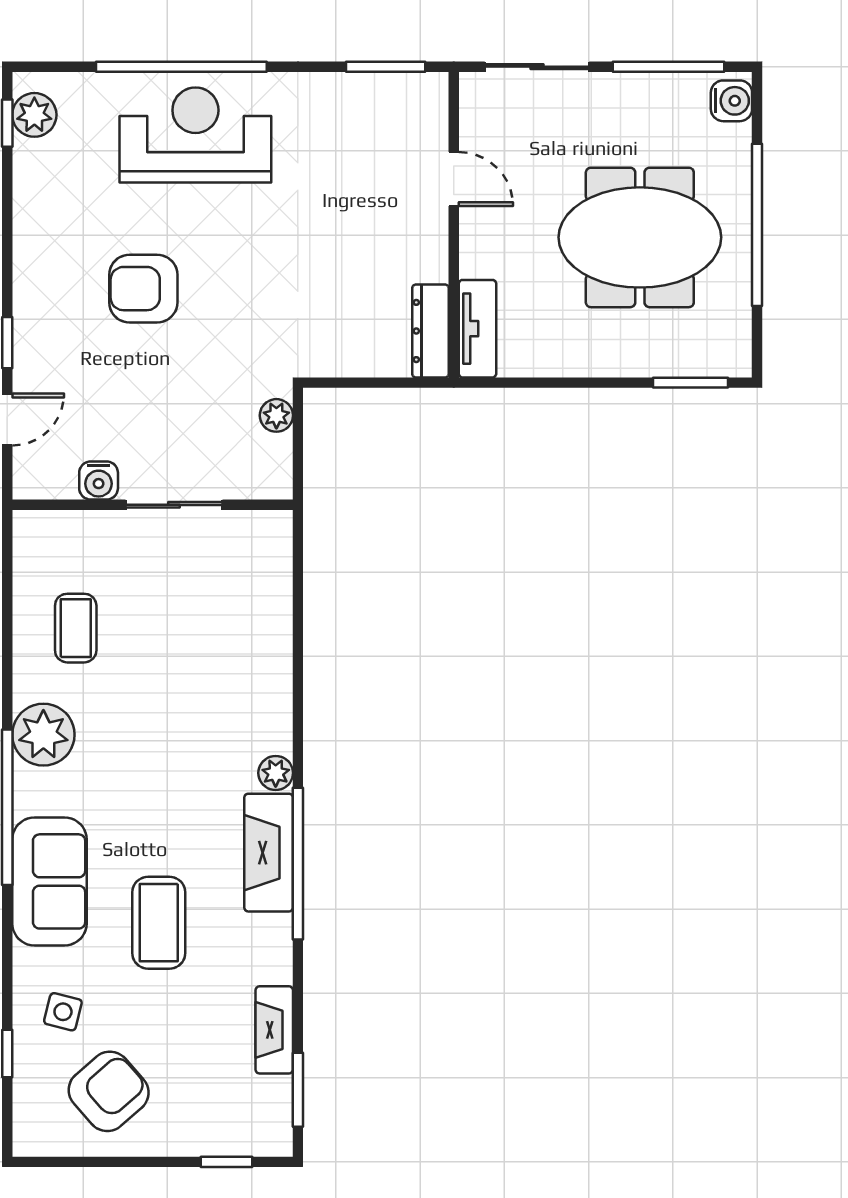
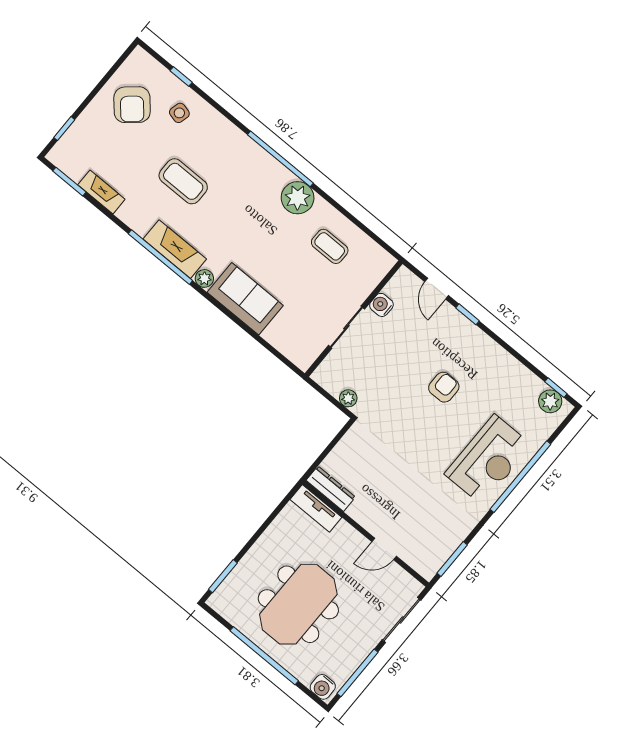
armchair: (143, 289) -> (444, 387), width x0.72, depth x0.72
sofa: (49, 881) -> (245, 299), moved, turned 180

